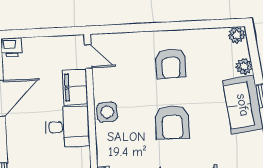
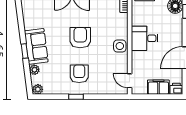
window: (174, 26) -> (76, 97), added
filing cabinet: (75, 87) -> (158, 87), moved, turned -90

